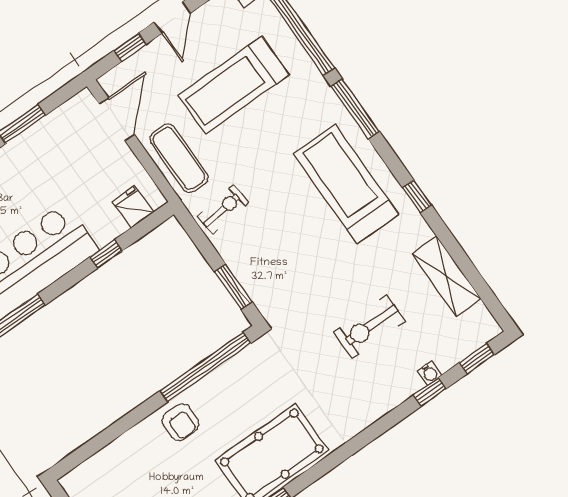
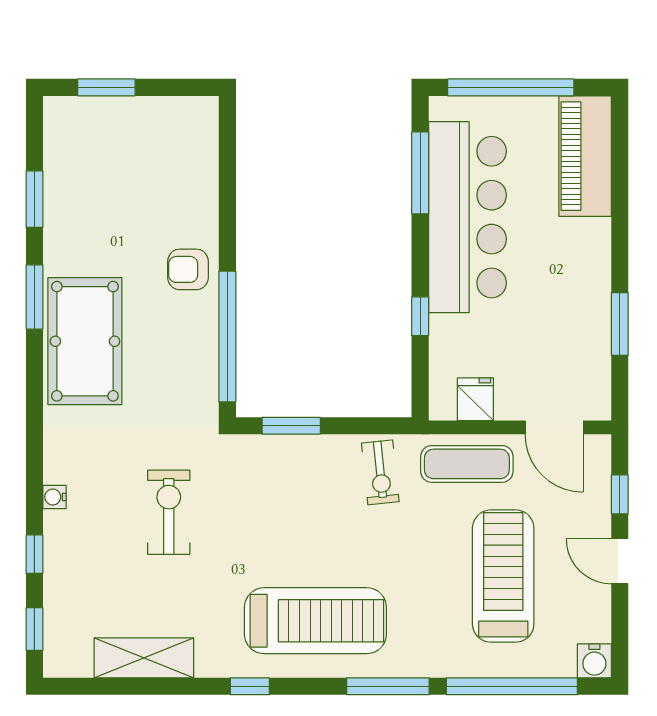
fridge: (133, 207) -> (475, 399), moved, turned -90
exercise bike: (369, 327) -> (169, 512), moved
water cooler: (429, 373) -> (55, 497), moved

